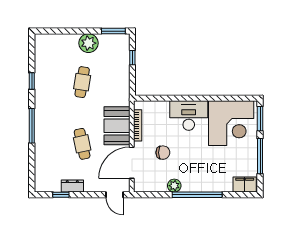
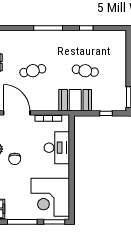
plant: (88, 43) -> (118, 76), removed
desk: (189, 116) -> (57, 148), moved
booth: (117, 126) -> (75, 100), moved
chair: (163, 153) -> (15, 159), moved

